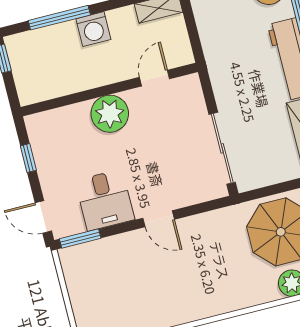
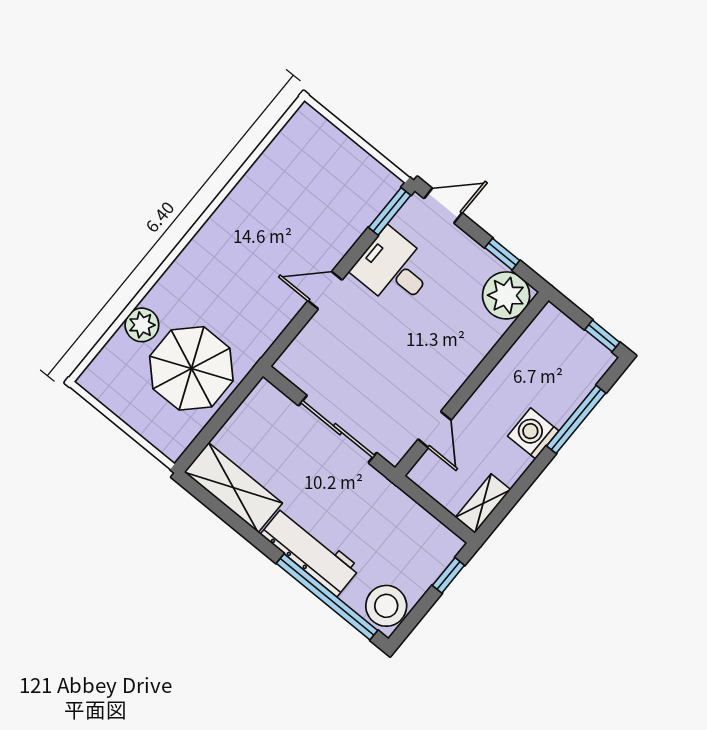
plant: (110, 114) -> (506, 295), moved
sliding door: (222, 148) -> (338, 429), moved

